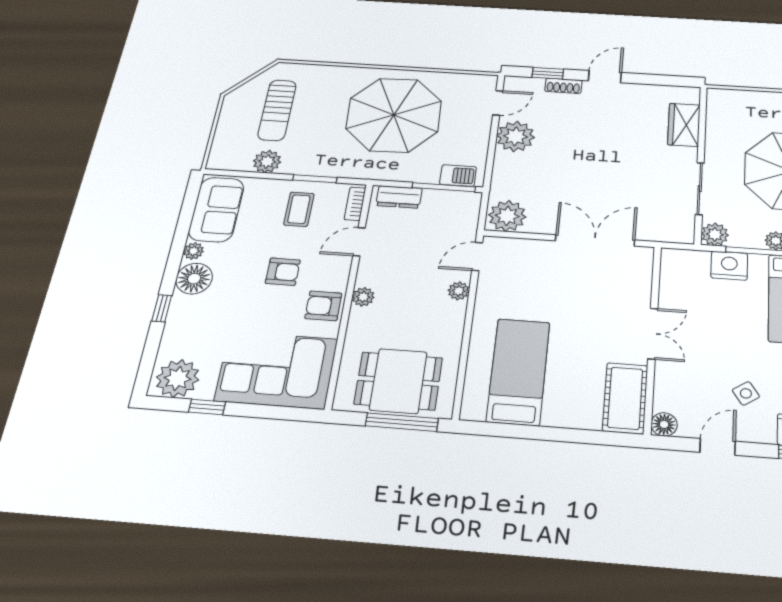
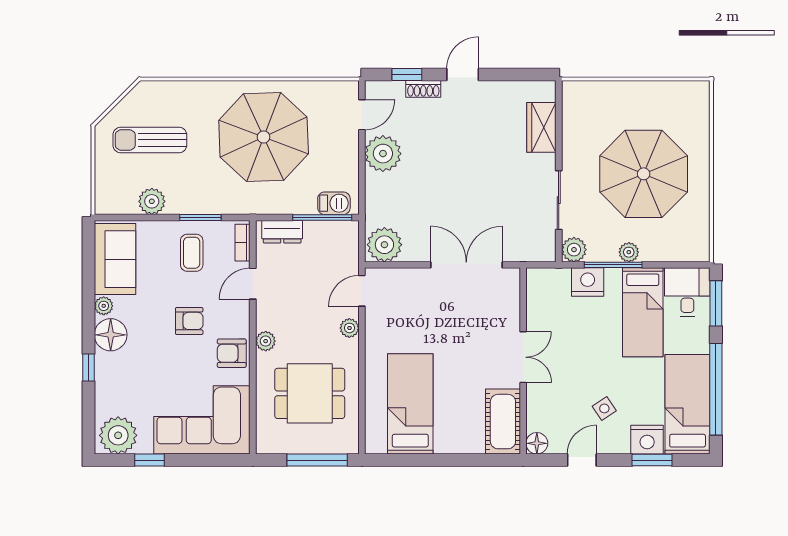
sun lounger: (277, 110) -> (150, 140), turned 90
dining table: (398, 381) -> (310, 393), moved

